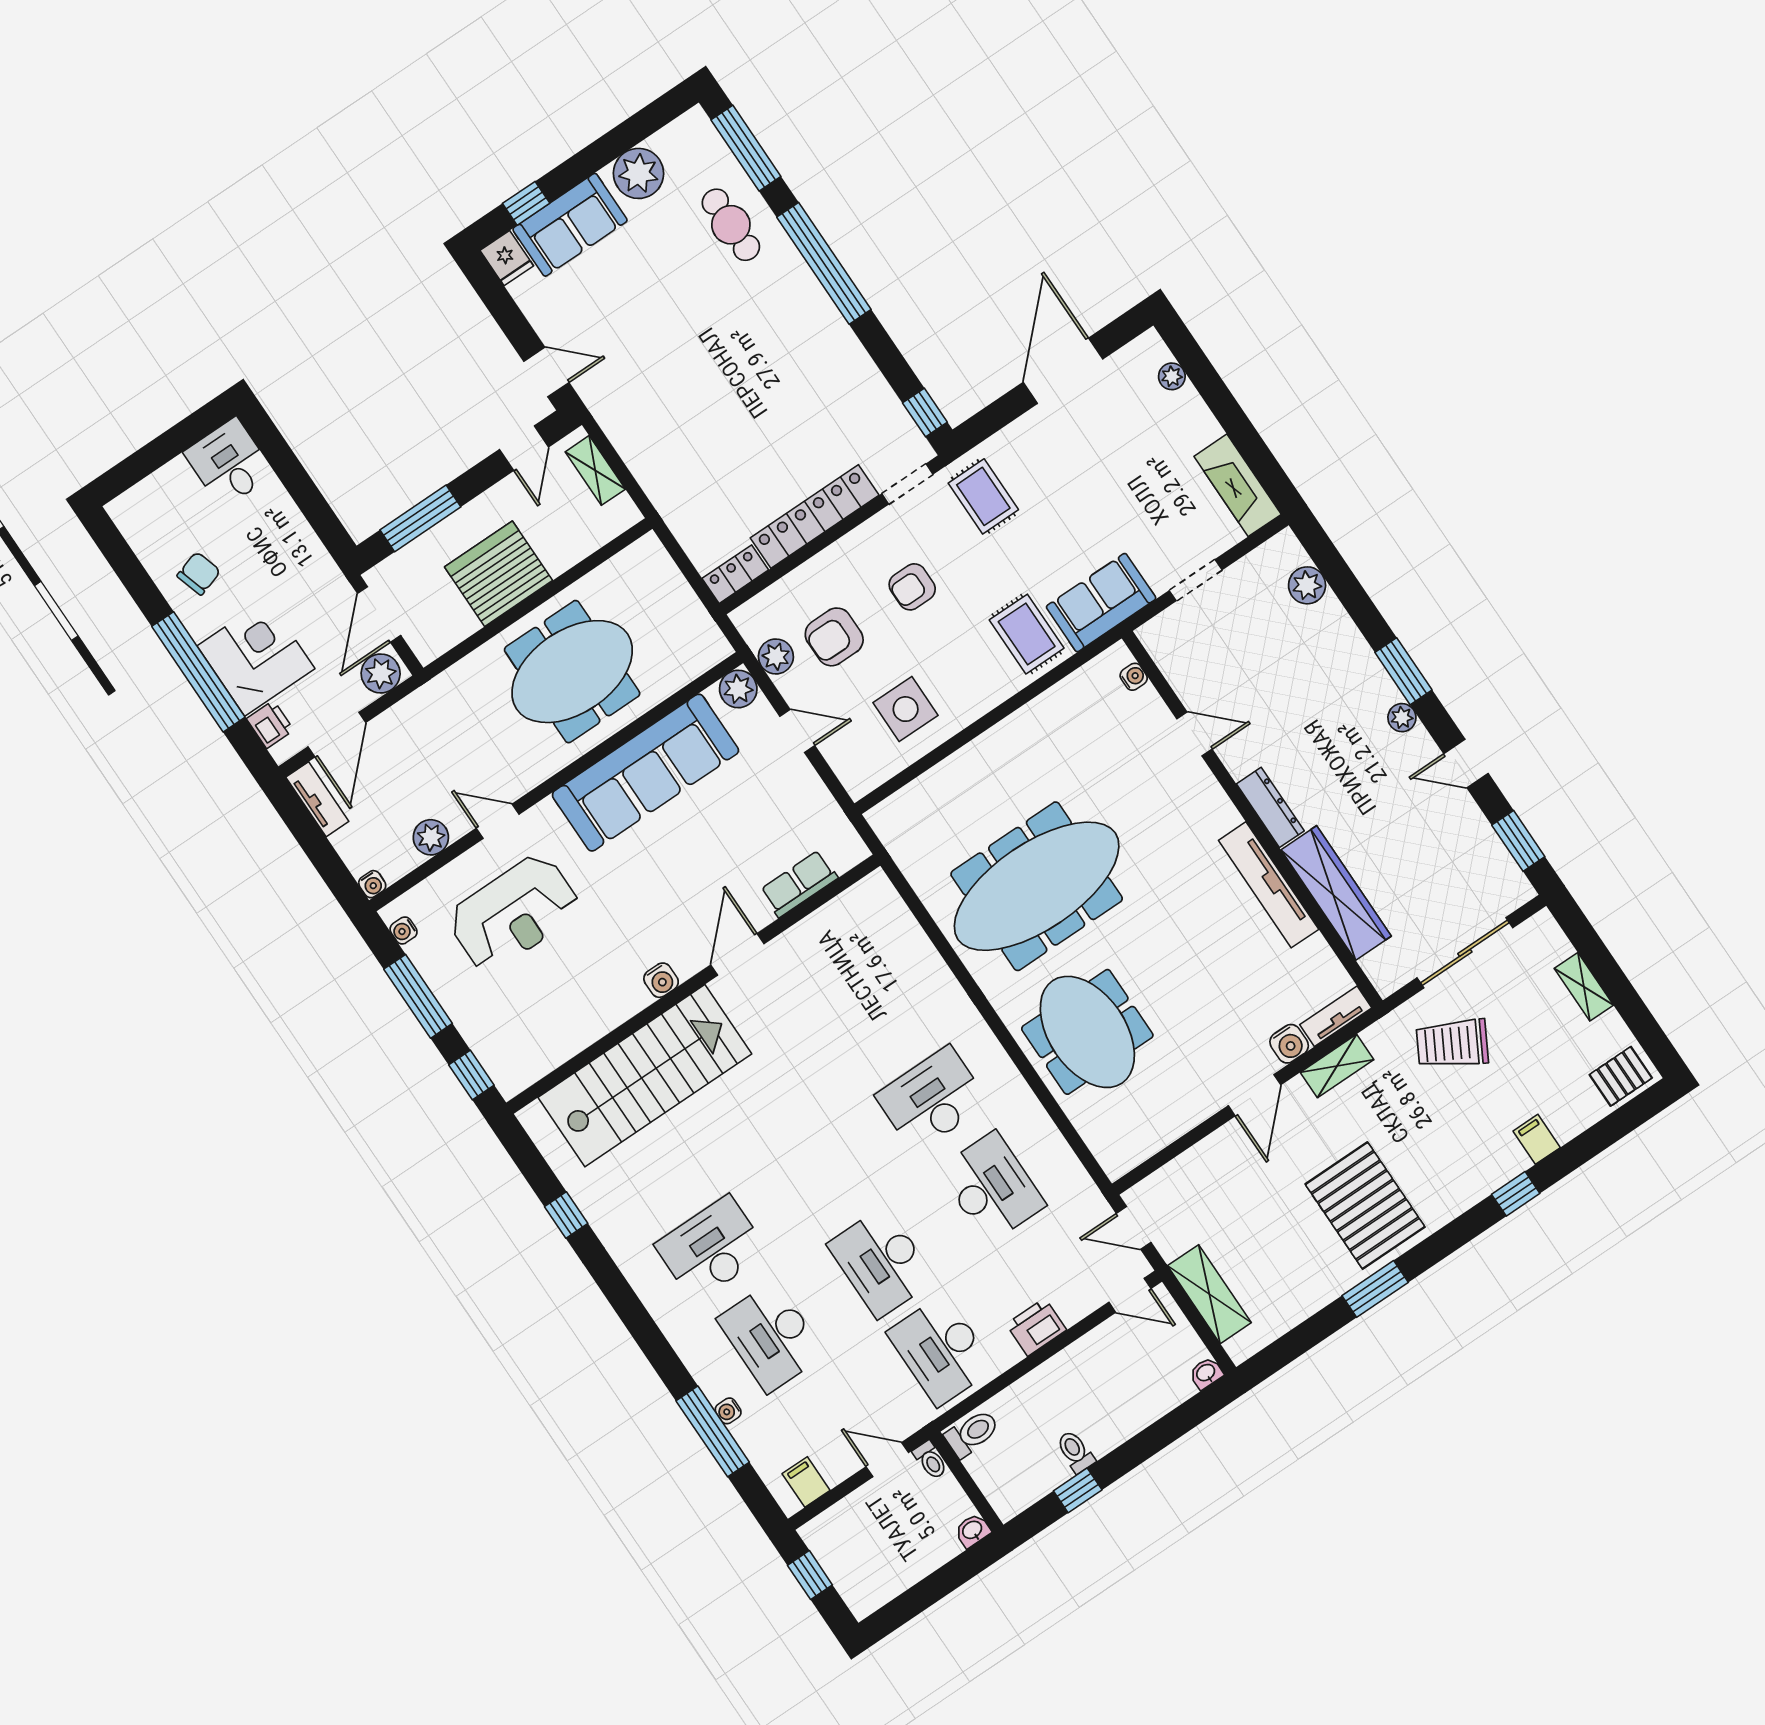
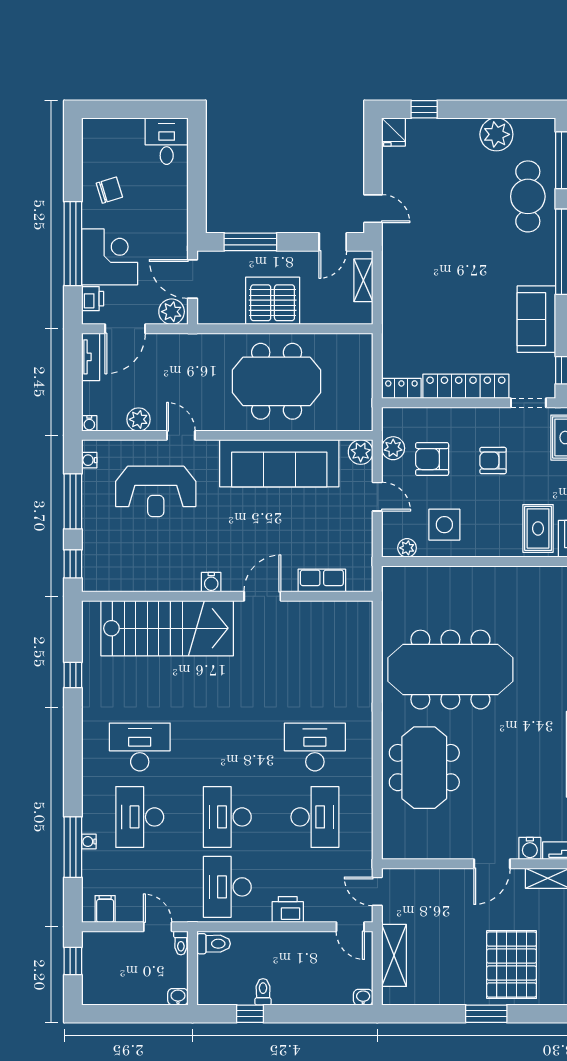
sofa: (570, 225) -> (536, 319), moved, turned 90
cafe table: (731, 225) -> (528, 196), width x1.37, depth x1.35
door: (379, 614) -> (193, 279), hinge flipped
plant: (878, 770) -> (407, 548), added

